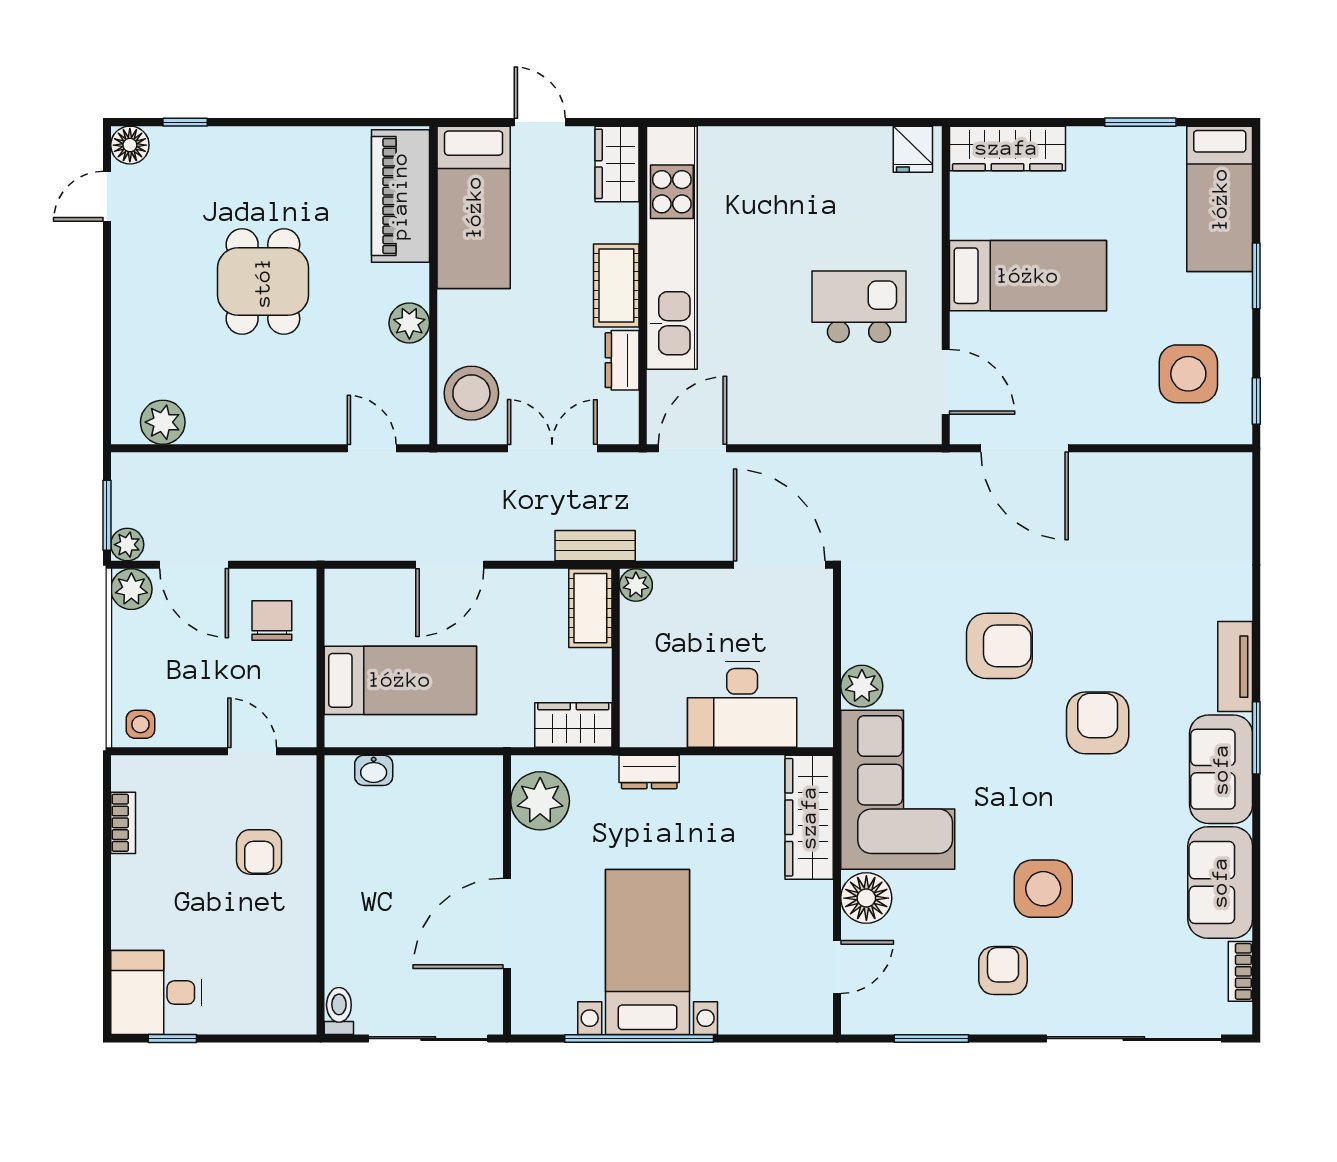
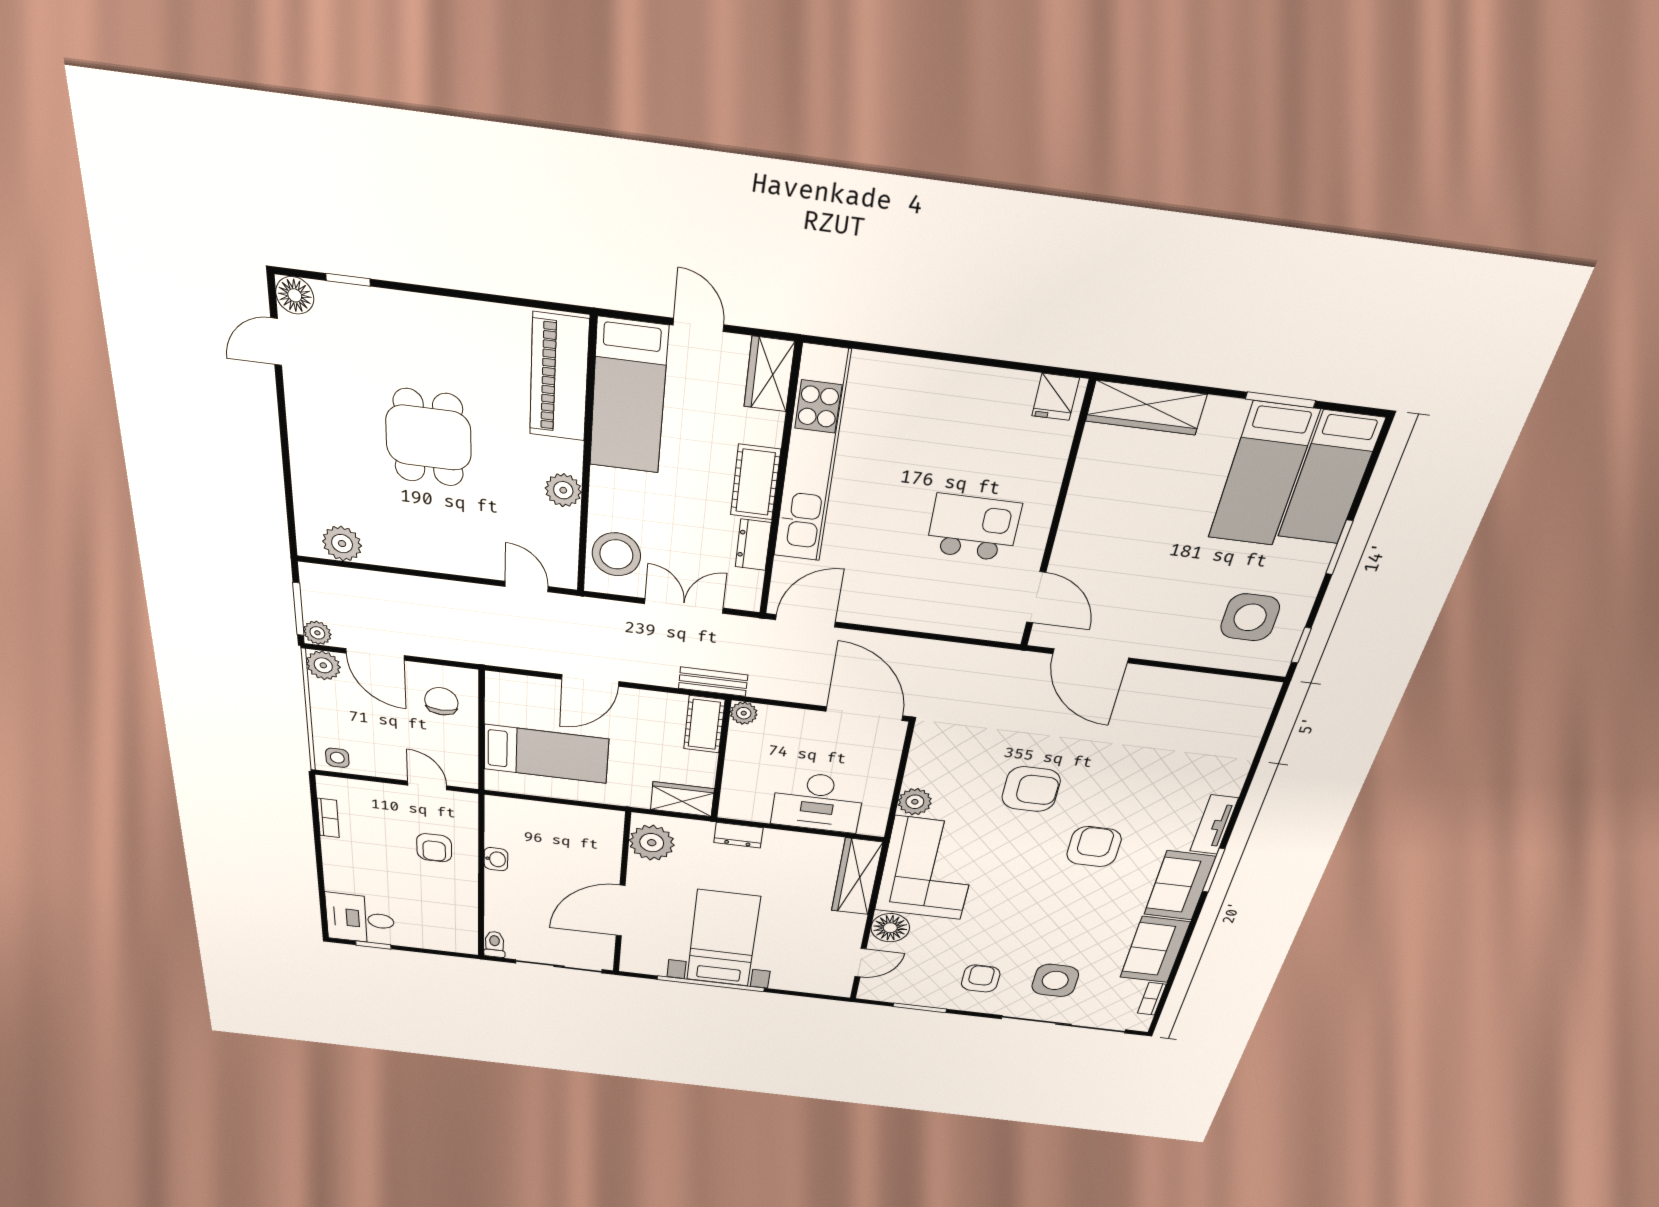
bed: (1028, 276) -> (1263, 475), moved, turned 90
washbasin: (374, 770) -> (496, 859), moved, turned -90
side table: (1043, 889) -> (1055, 980), moved

